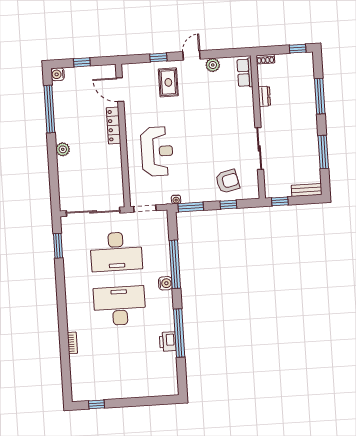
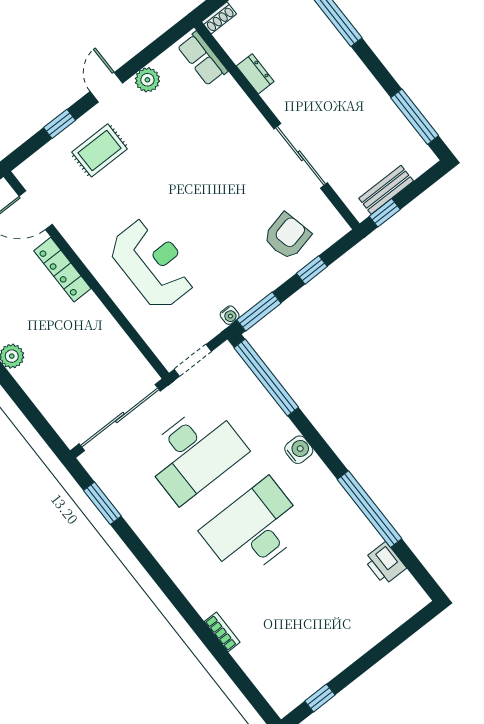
rug: (168, 82) -> (100, 150), turned 90
window: (323, 152) -> (415, 117), moved
bench: (307, 190) -> (386, 190), moved
window: (175, 264) -> (266, 377), moved
printer: (168, 342) -> (385, 563), moved

